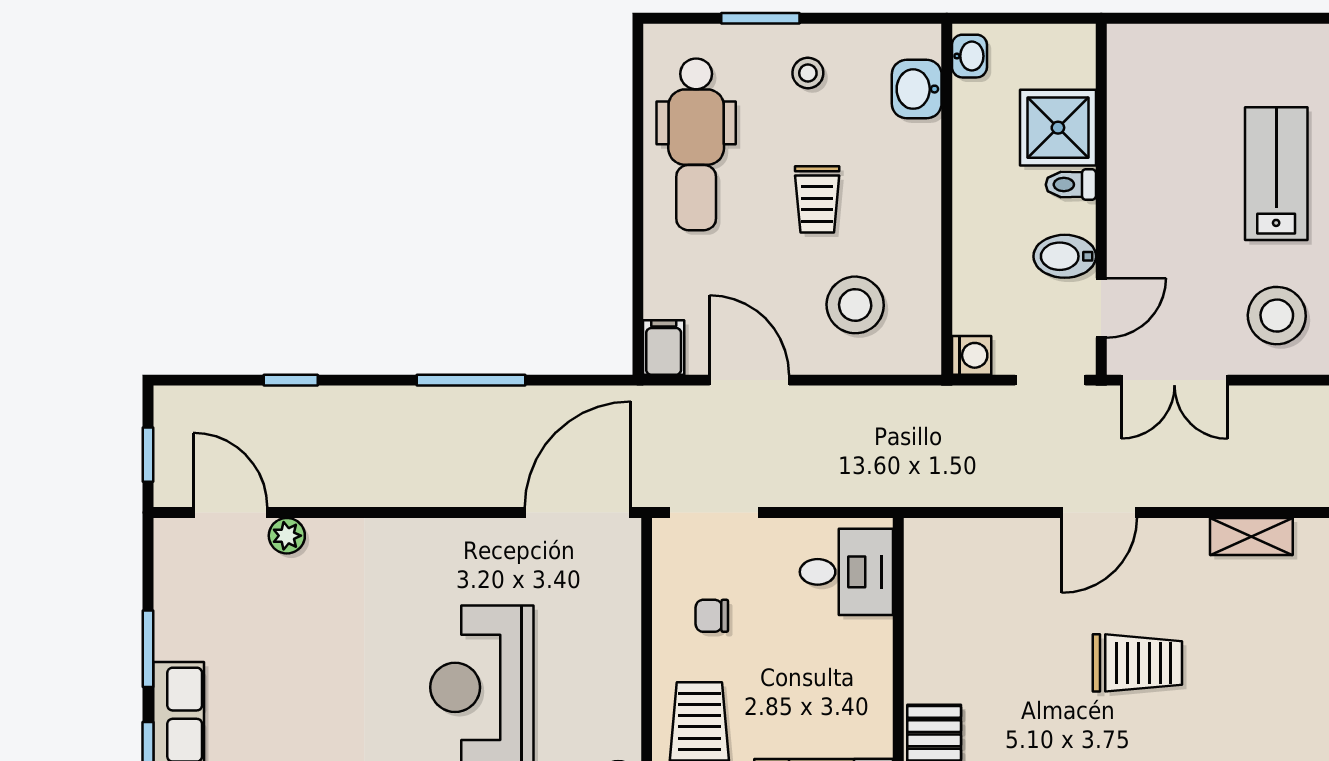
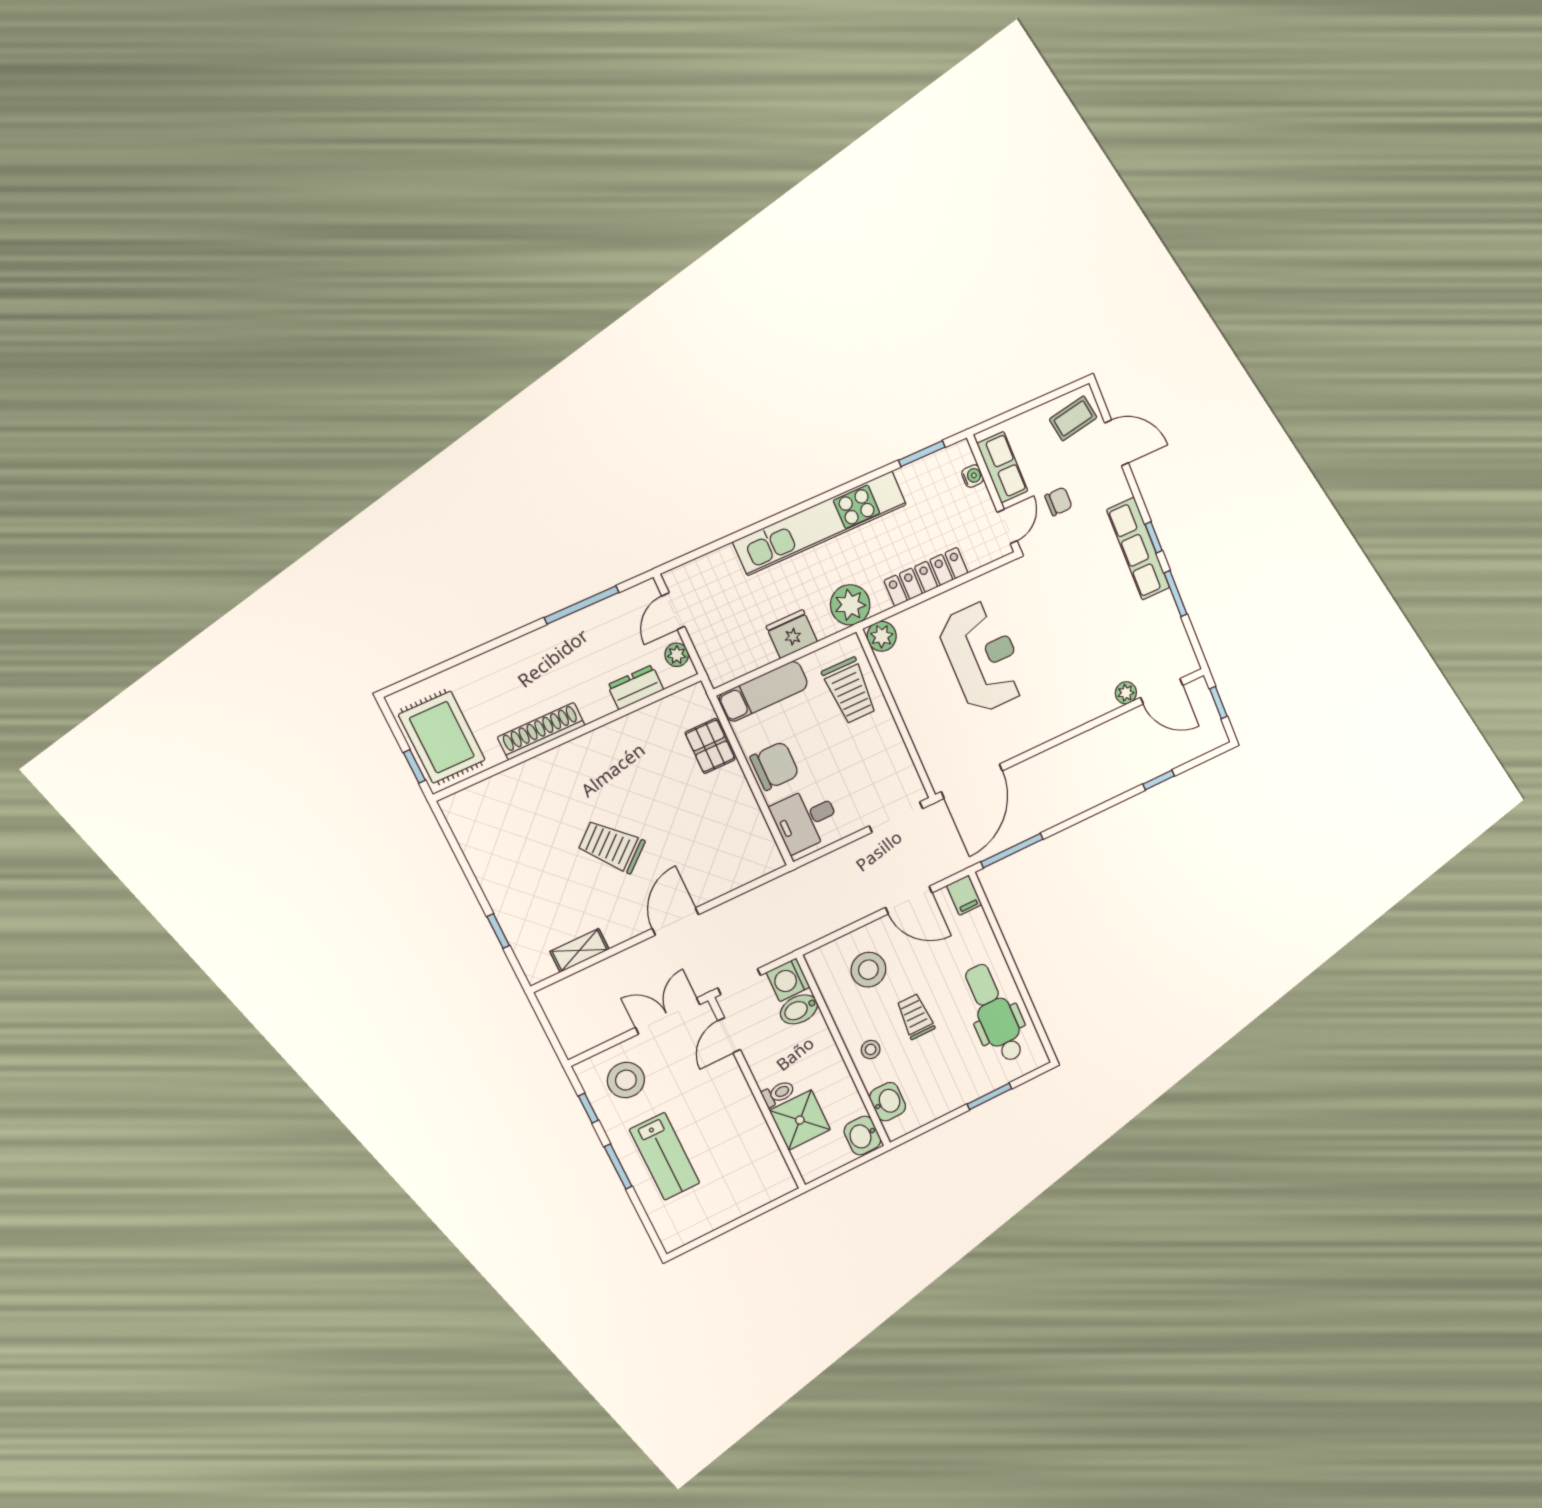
washbasin: (969, 56) -> (862, 1136), width x1.38, depth x1.45
stool: (808, 73) -> (871, 1049), moved
bidet: (1065, 256) -> (799, 1009), moved, turned 180
washing machine: (972, 355) -> (788, 980), width x1.38, depth x1.38
window: (471, 380) -> (1012, 851), moved
chair: (712, 616) -> (775, 766), moved, width x1.87, depth x1.87
trolley: (1137, 663) -> (611, 846), turned 49

